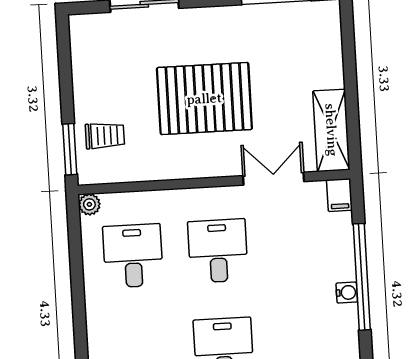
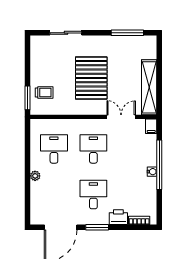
pallet: (204, 99) -> (91, 78), turned 90
shelving: (331, 130) -> (149, 87), width x1.47
plant: (89, 204) -> (35, 176), moved

